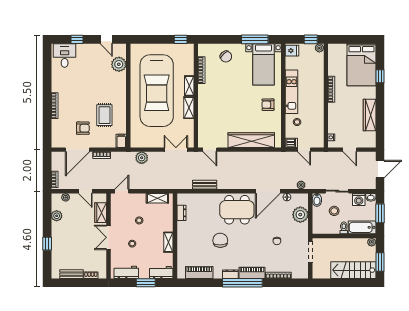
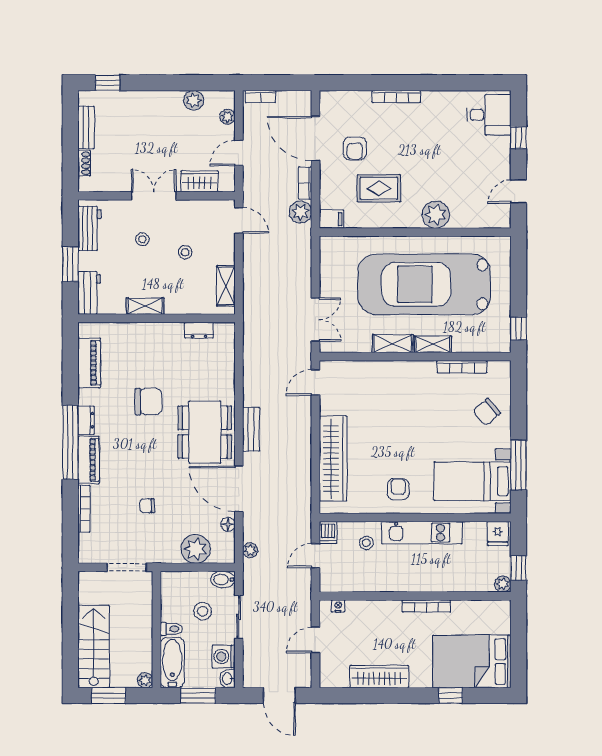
plant: (119, 64) -> (436, 215), moved
plant: (142, 158) -> (300, 212), moved
bench: (205, 185) -> (251, 429), moved
window: (47, 244) -> (108, 83), moved

